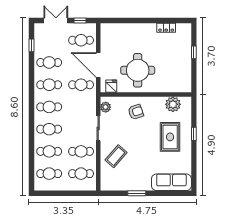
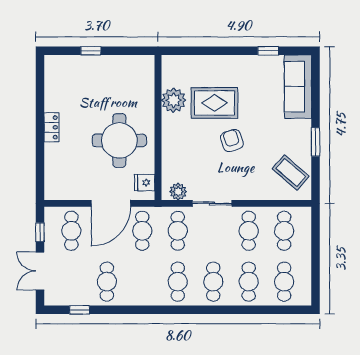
locker: (166, 28) -> (52, 127), moved
cafe table: (49, 85) -> (178, 231), moved
plant: (173, 104) -> (174, 100), moved
armchair: (136, 112) -> (232, 140), moved
window: (194, 134) -> (268, 51), moved
rug: (170, 137) -> (214, 103), moved
coffee table: (116, 156) -> (291, 173), moved

